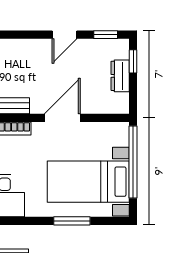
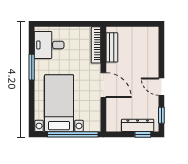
dresser: (120, 76) -> (138, 125), width x1.44
window: (72, 221) -> (32, 67), moved

